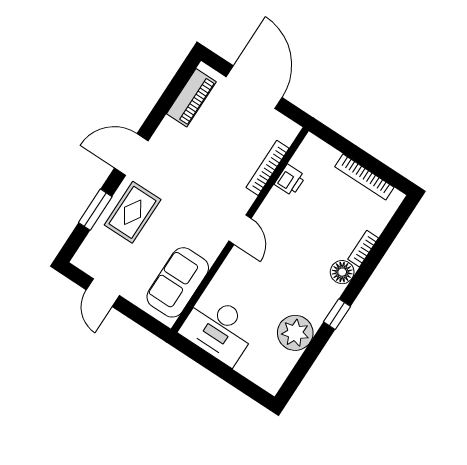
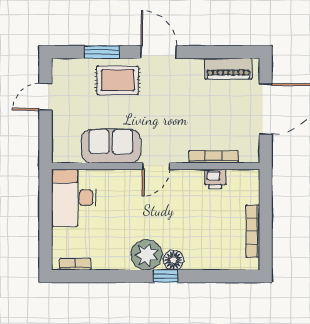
bookcase: (363, 249) -> (75, 264), moved
sofa: (178, 282) -> (111, 146), moved
window: (337, 314) -> (165, 276), moved
plant: (295, 333) -> (146, 255), moved

